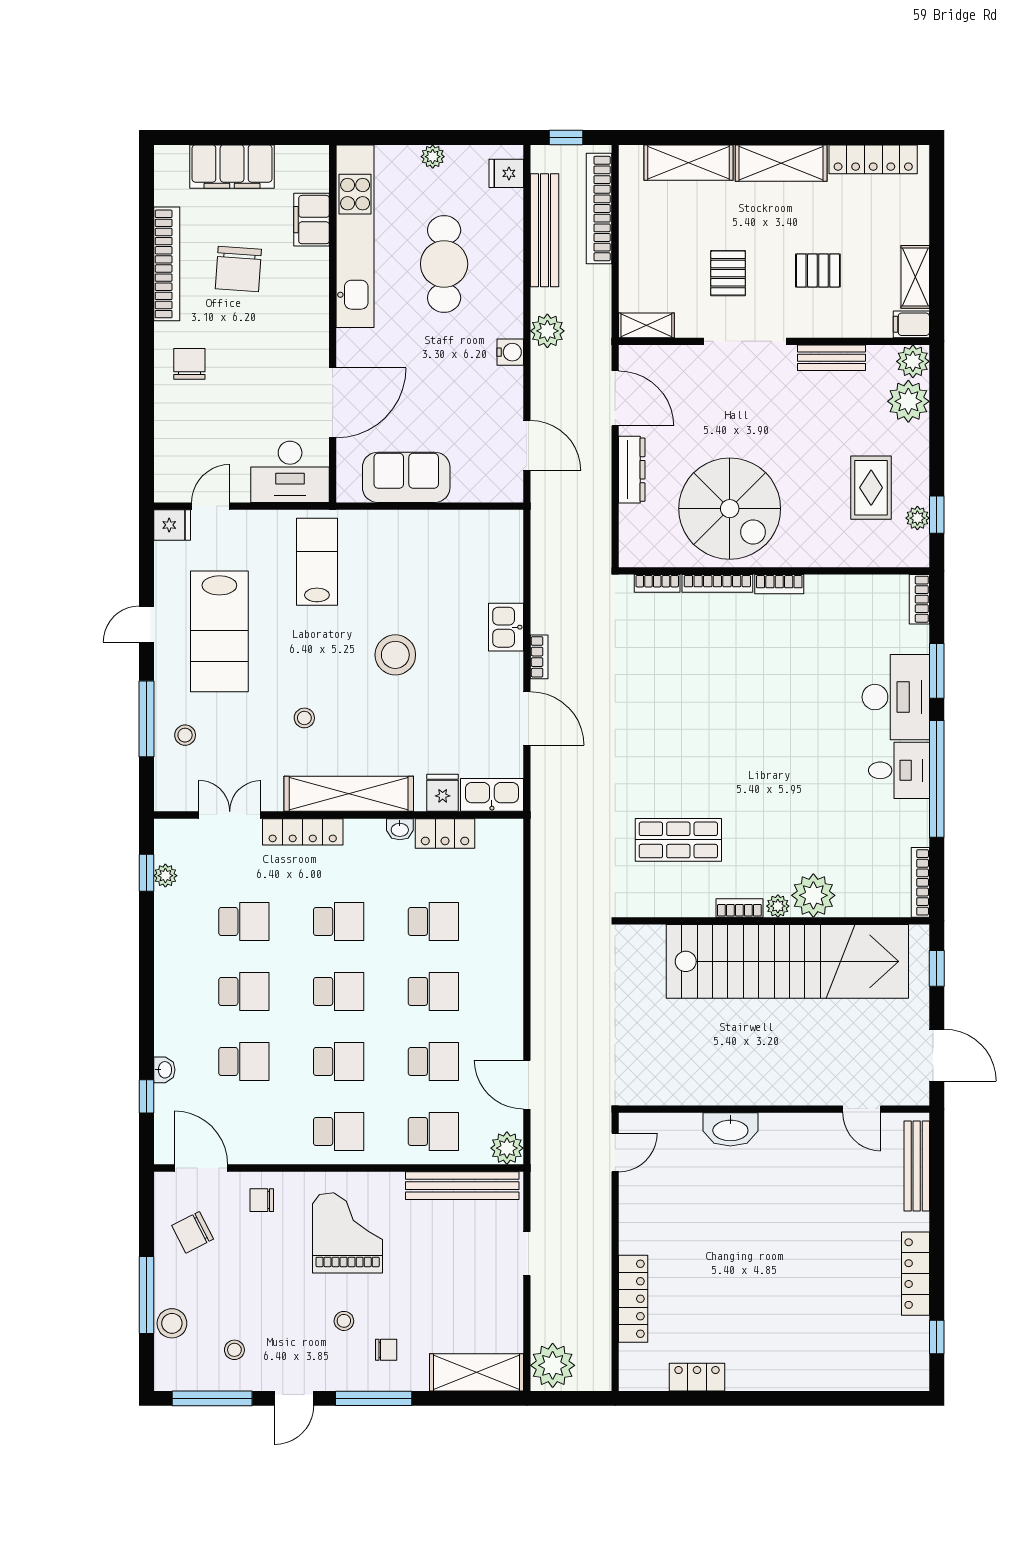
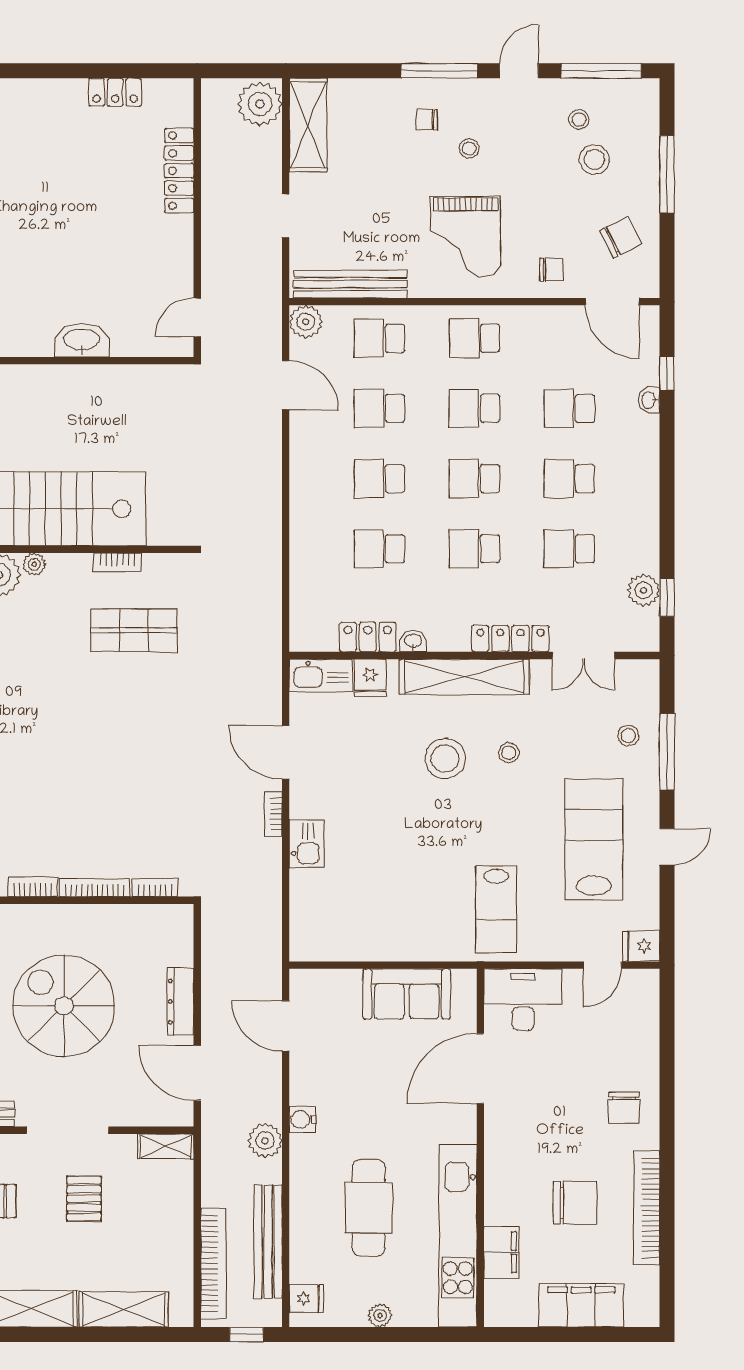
chair: (238, 269) -> (575, 1203), turned 86
spiral stairs: (730, 509) -> (64, 1006), moved
stool: (395, 655) -> (445, 759), moved
plant: (165, 876) -> (644, 590), width x1.38, depth x1.38
bookcase: (739, 908) -> (117, 562), moved
stool: (172, 1323) -> (594, 160), moved
shelving: (476, 1372) -> (308, 125), moved, turned 90

